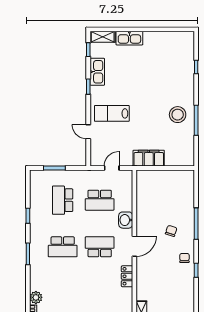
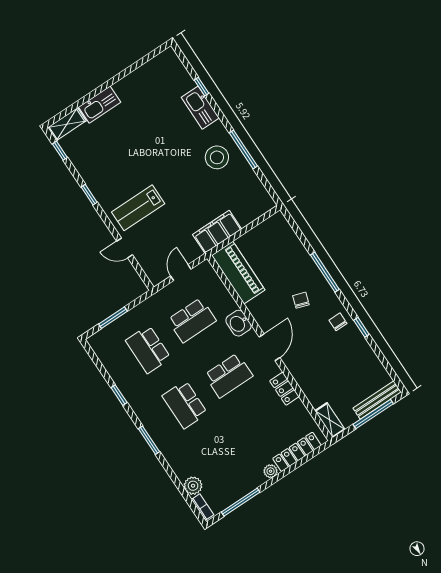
kitchen sink: (97, 72) -> (200, 108), moved, turned 180
piano: (145, 190) -> (238, 273), added
school desk: (63, 247) -> (185, 405), turned 90
school desk: (100, 247) -> (229, 375), turned 180

